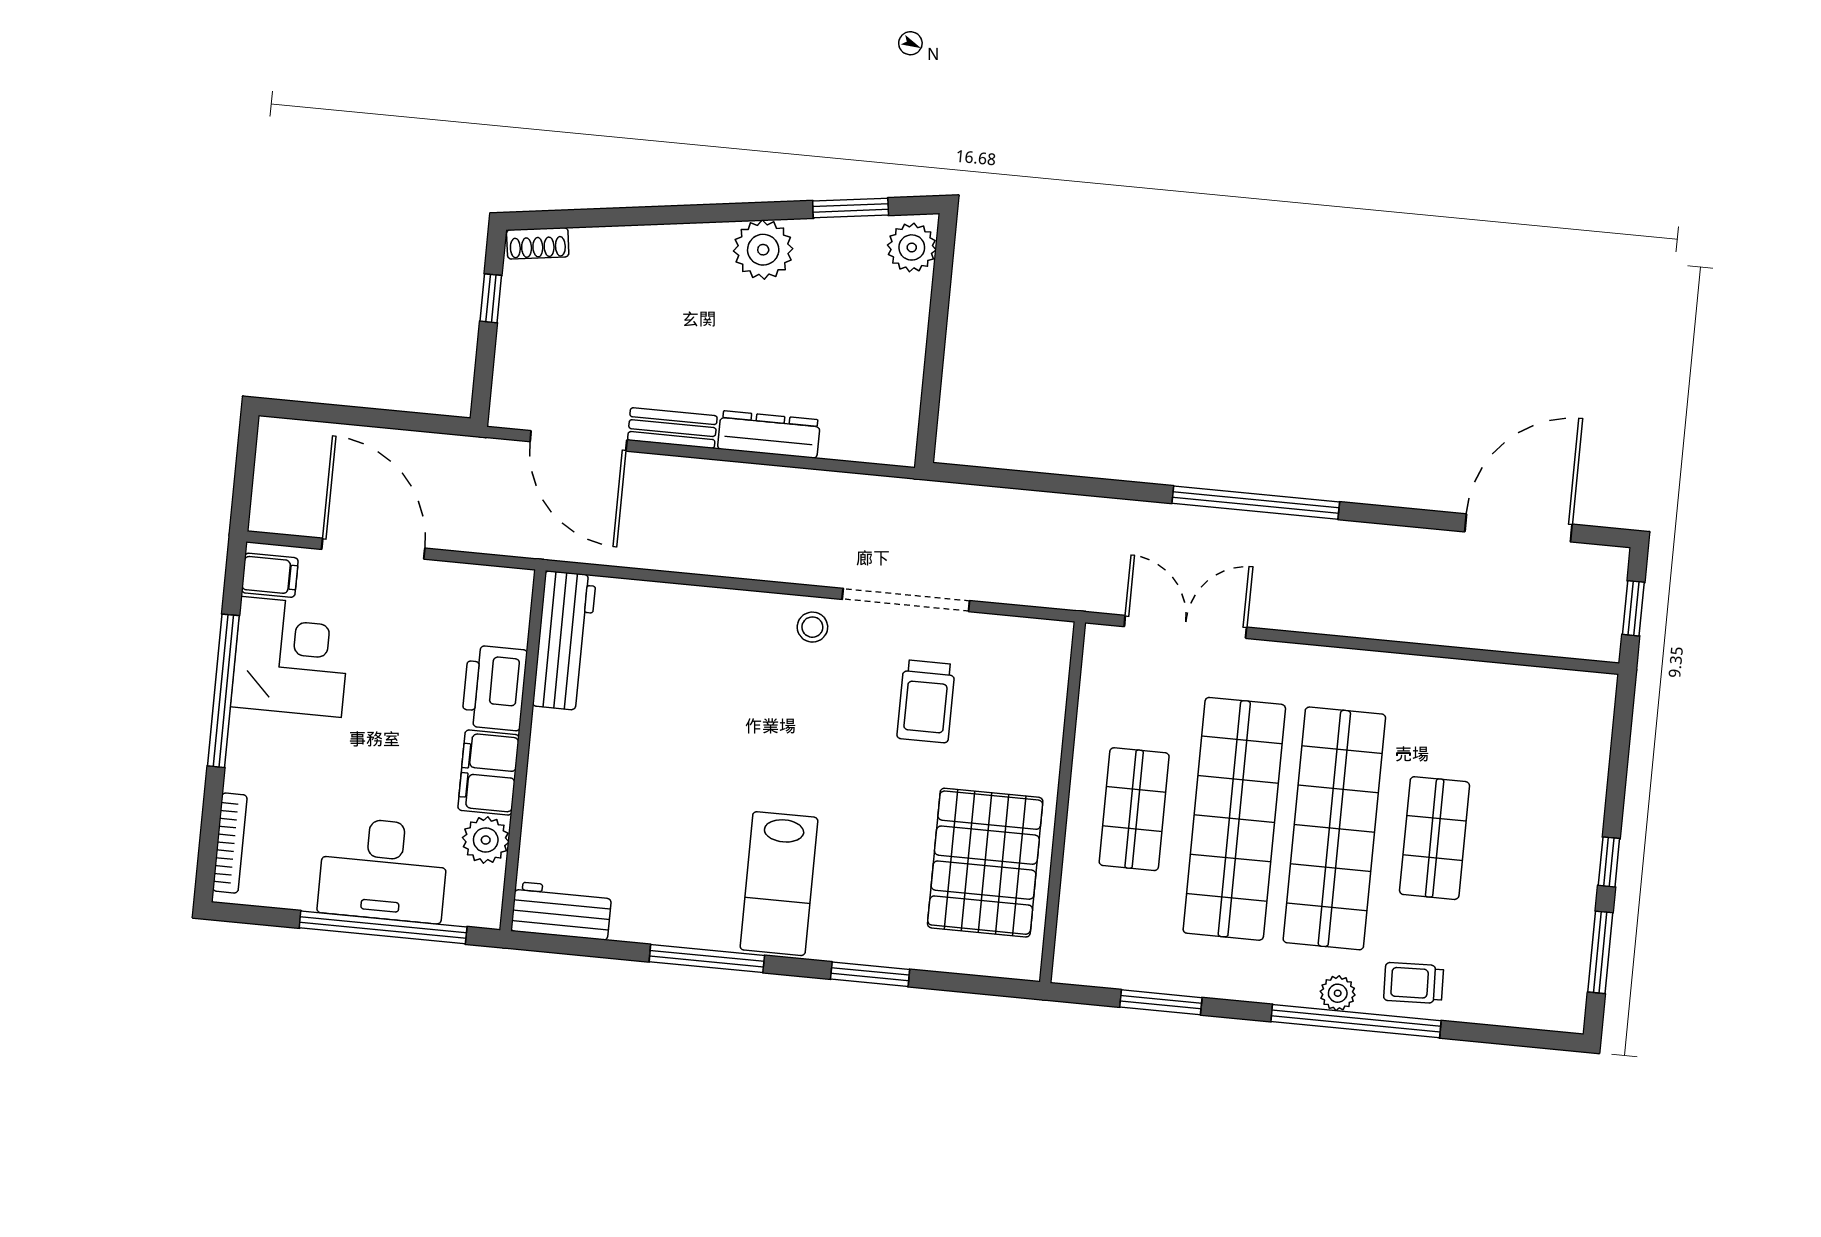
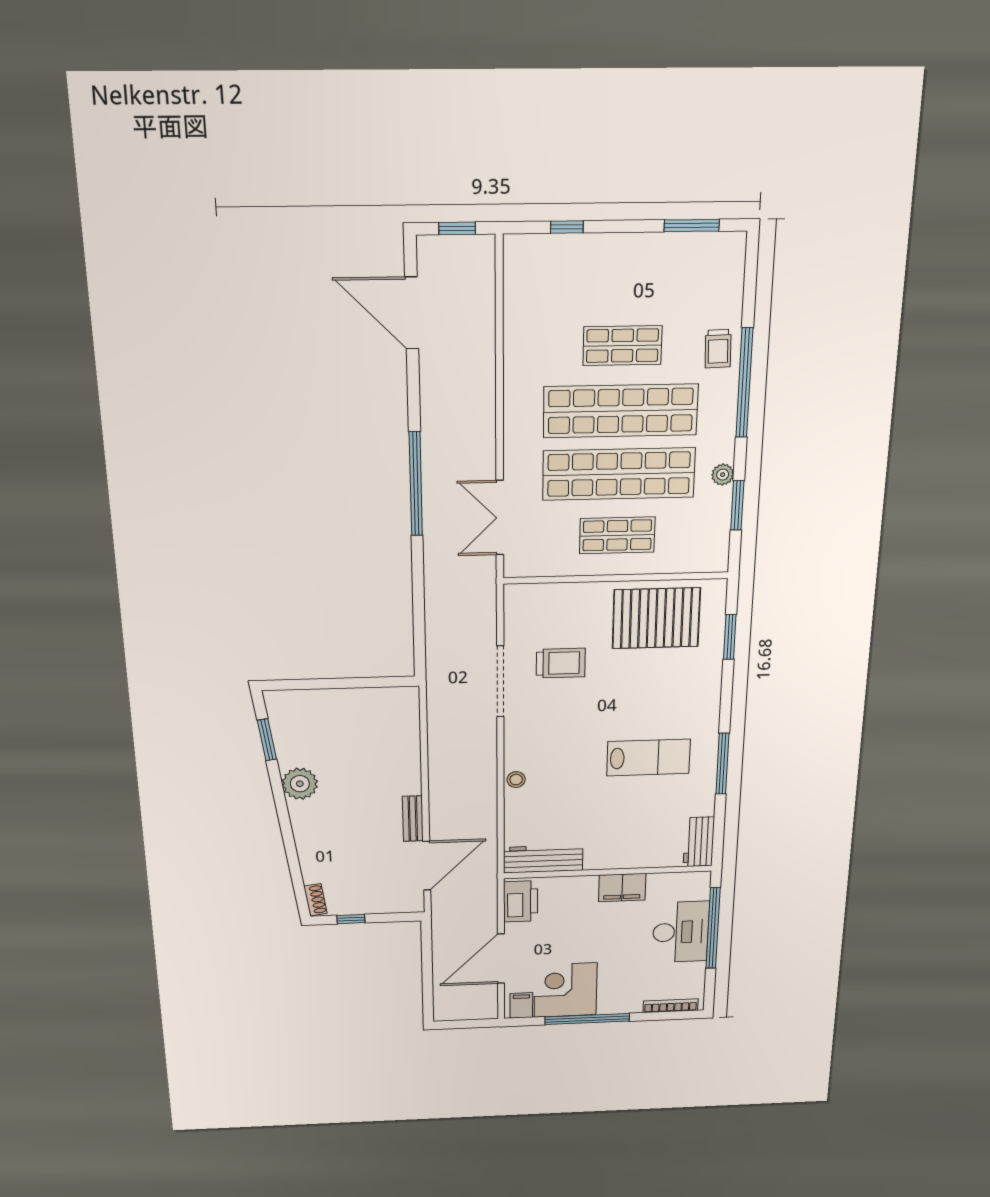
plant: (912, 247) -> (285, 703), removed
dresser: (769, 434) -> (410, 768), removed
stool: (812, 627) -> (516, 780), moved
printer: (494, 688) -> (521, 901), moved, turned -90
plant: (486, 840) -> (661, 884), removed
window: (1609, 862) -> (567, 227), moved
lab bench: (779, 884) -> (649, 758), moved
window: (870, 974) -> (730, 637), moved
plant: (1338, 993) -> (723, 475), moved

